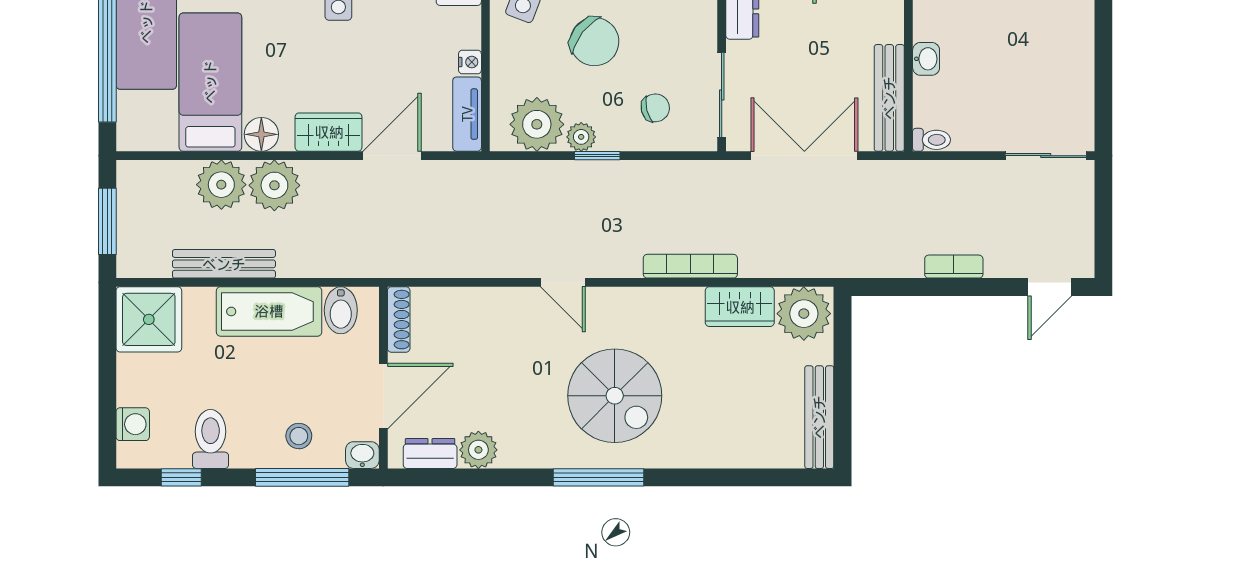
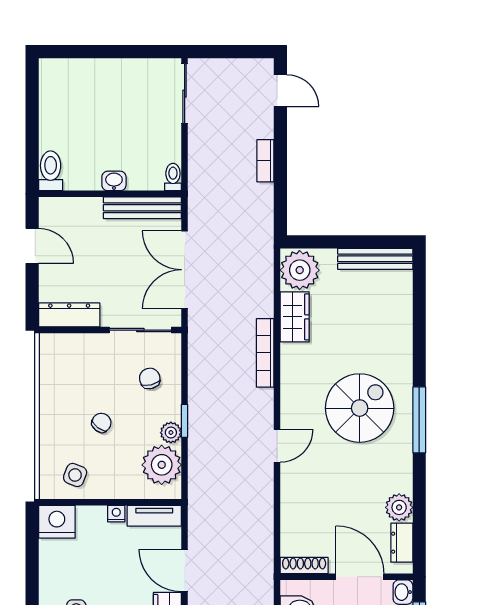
chair: (594, 42) -> (101, 423), width x0.54, depth x0.54

